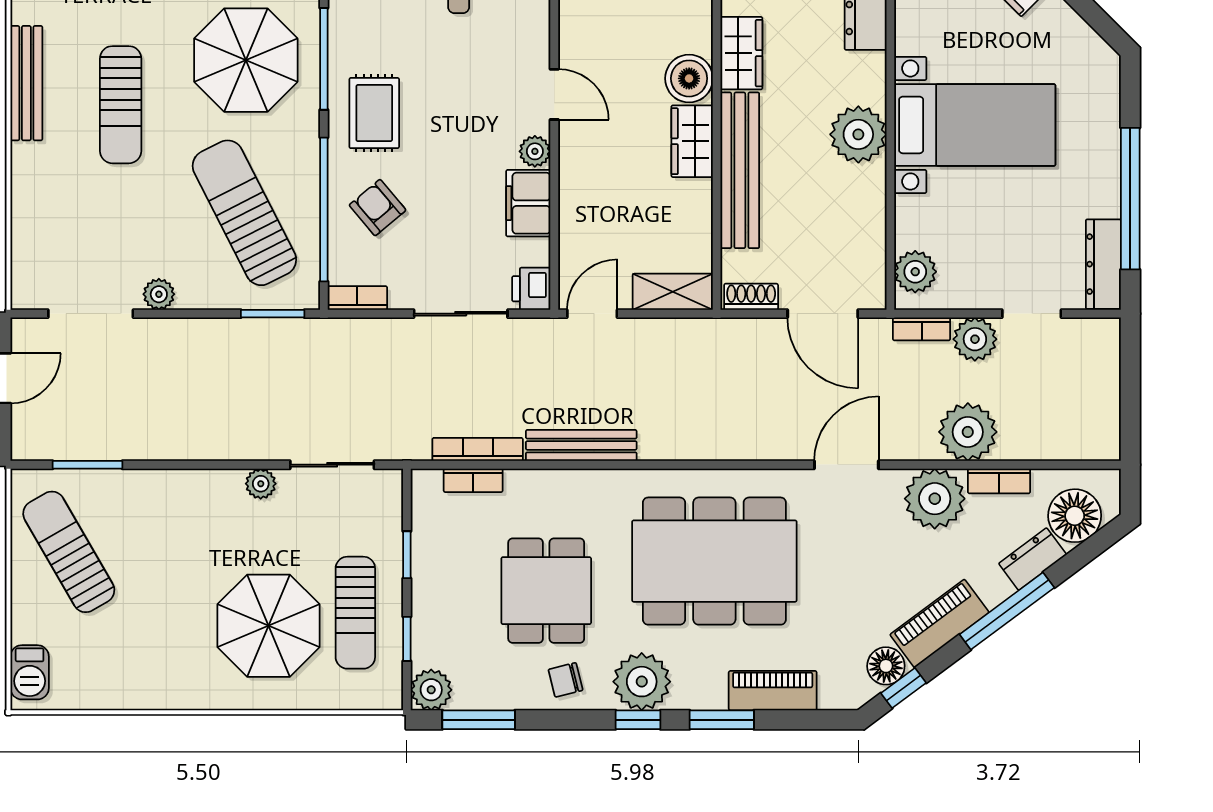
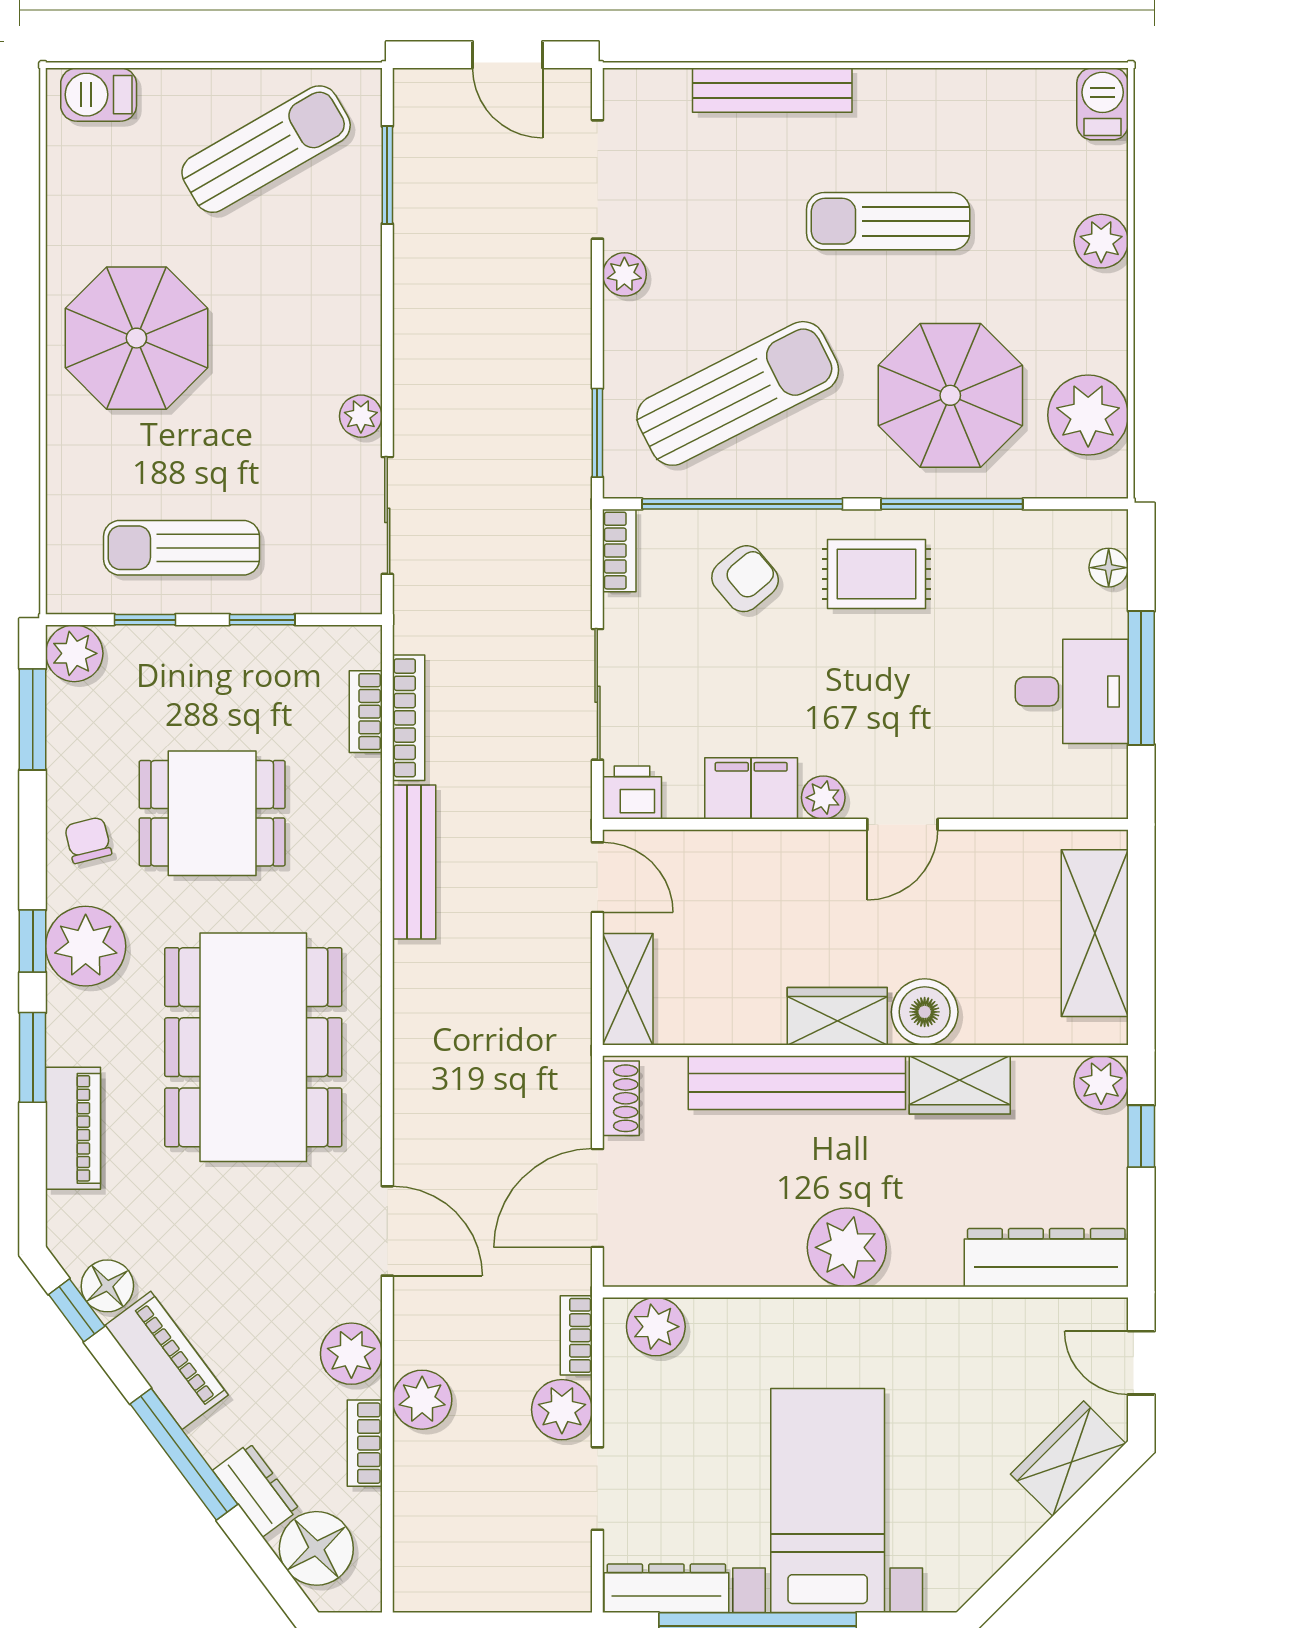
bench: (26, 83) -> (772, 90), moved
bed with nightstands: (975, 125) -> (828, 1501), moved, turned 180
plant: (968, 432) -> (422, 1400), width x0.73, depth x0.73
plant: (935, 499) -> (351, 1354), width x0.73, depth x0.73
parasol: (268, 626) -> (136, 338), moved

